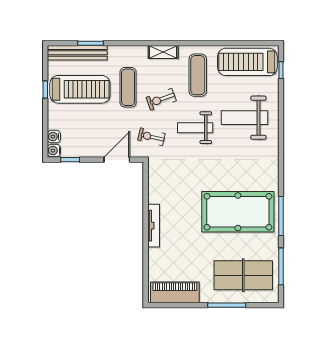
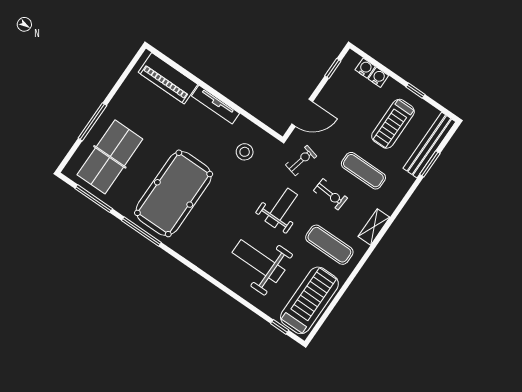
treadmill: (80, 89) -> (393, 124), width x0.73, depth x0.73
exercise bike: (161, 99) -> (331, 194), turned 114
weight bench: (244, 118) -> (258, 261), turned -90
water cooler: (54, 151) -> (378, 77), moved
door: (117, 160) -> (302, 113), hinge flipped
stool: (173, 182) -> (245, 152), added
piano: (175, 292) -> (168, 78), moved, turned 90

